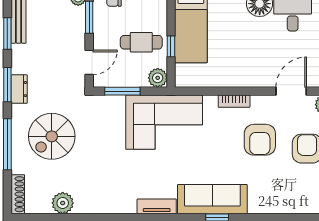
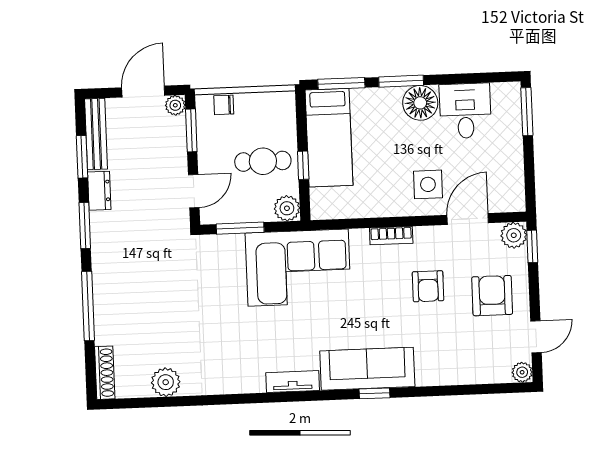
side table: (263, 64) -> (428, 184), added
dresser: (19, 89) -> (99, 191), moved
spiral stairs: (52, 136) -> (147, 293), removed
armchair: (260, 140) -> (428, 286), width x0.72, depth x0.72

